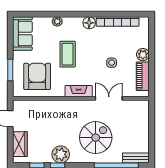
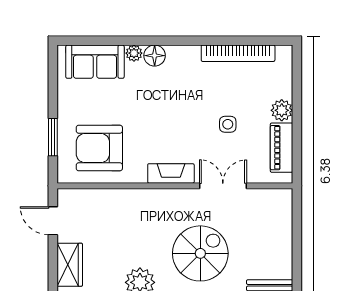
floor lamp: (89, 23) -> (155, 56), moved
sofa: (22, 33) -> (95, 62), moved, turned 90
coffee table: (68, 54) -> (152, 110), removed
armchair: (37, 76) -> (99, 148), turned -90

